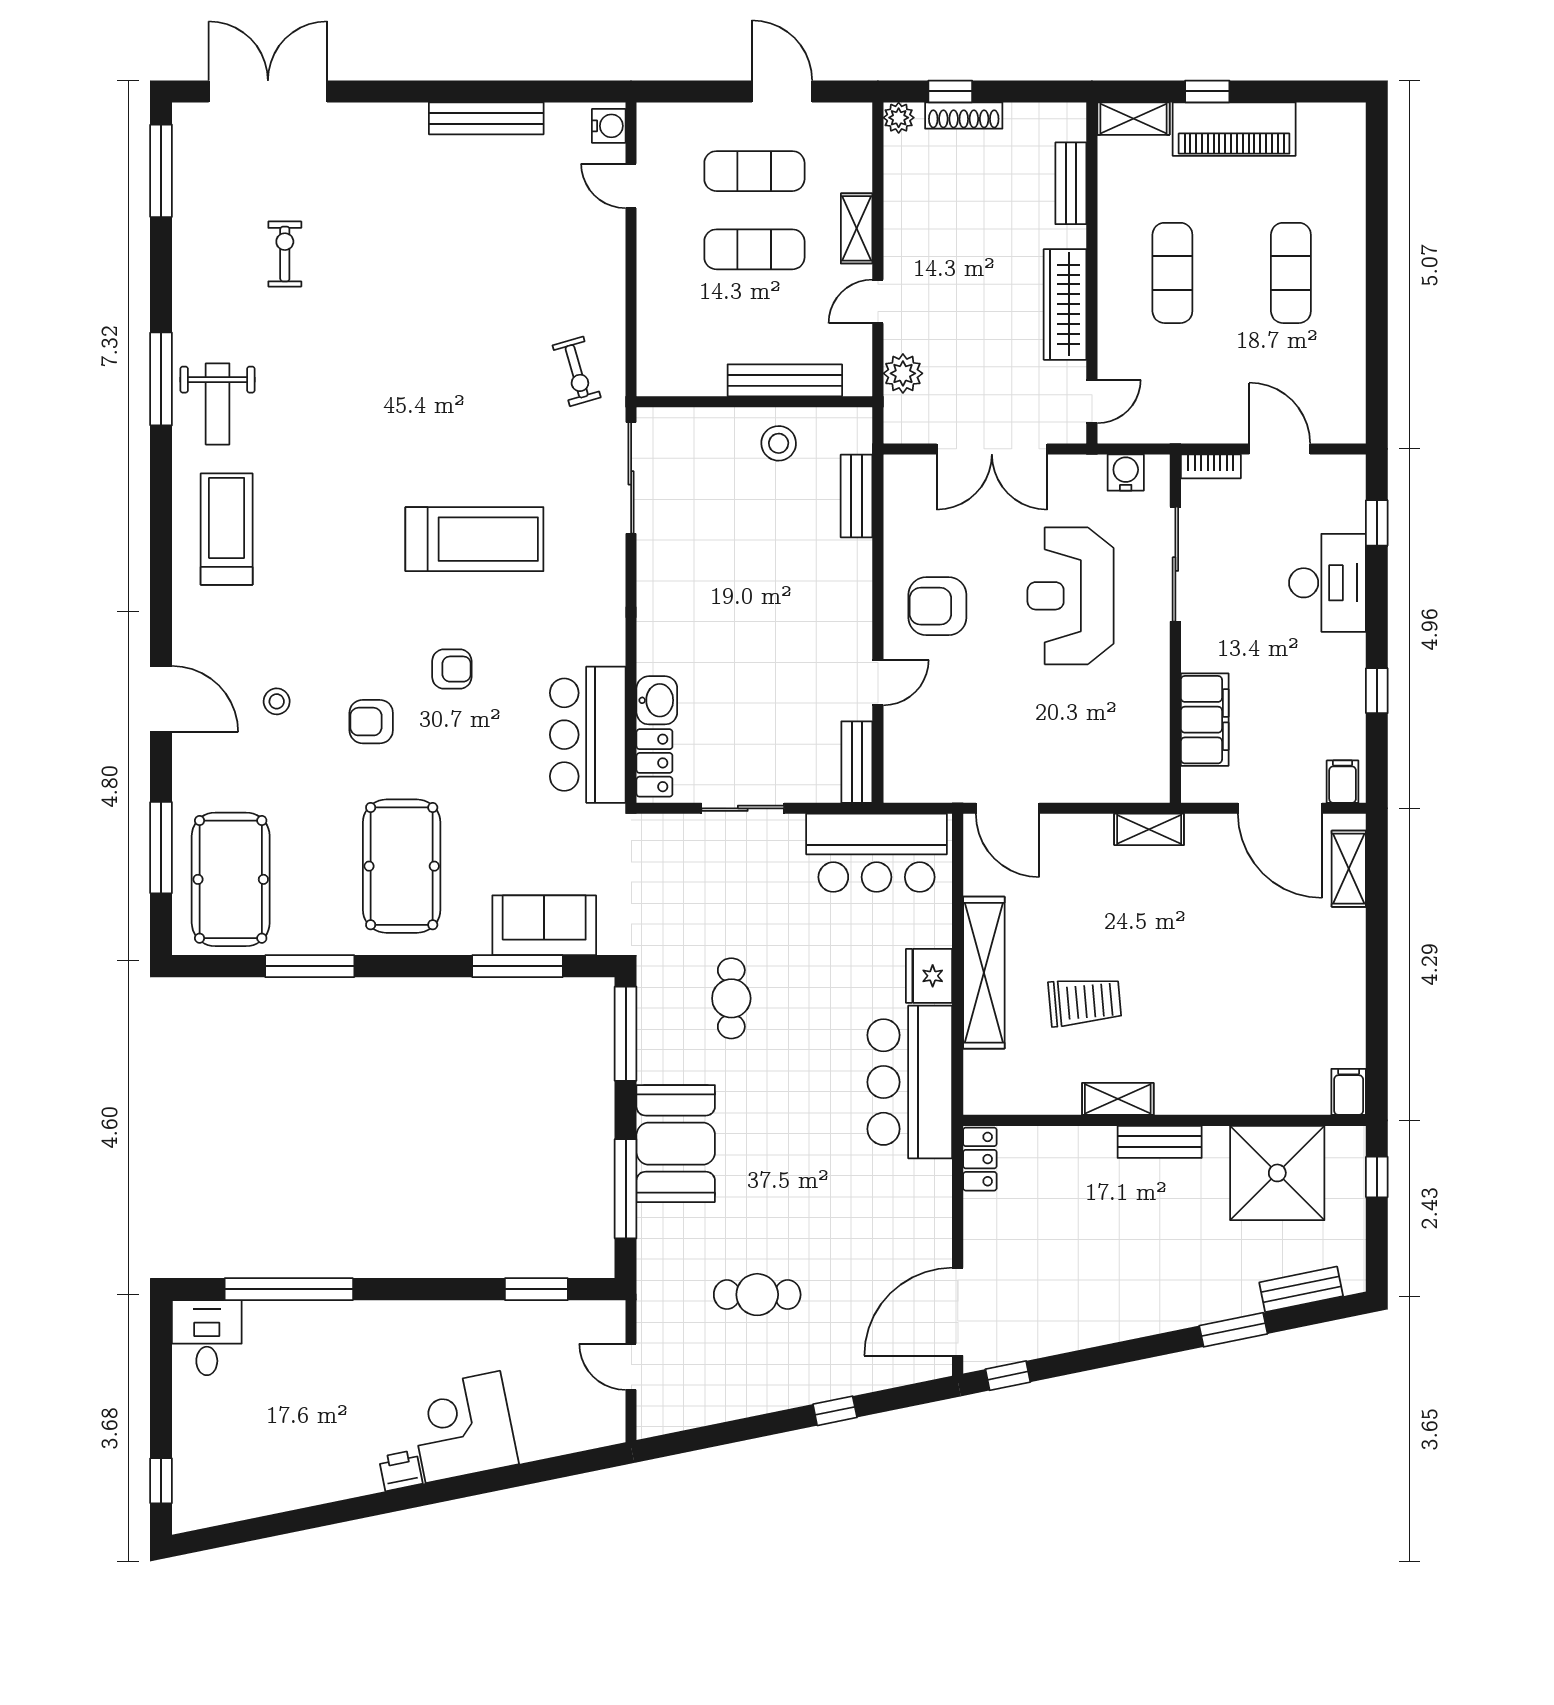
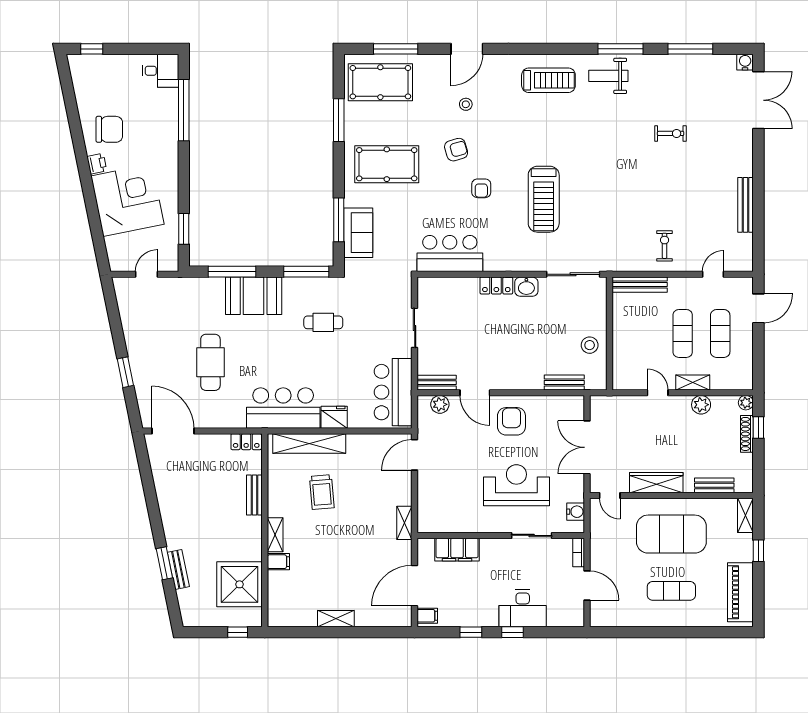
door: (782, 91) -> (758, 308), moved
water cooler: (609, 126) -> (745, 62), moved, turned 180
piano: (1234, 129) -> (740, 592), moved
window: (161, 171) -> (690, 49), moved
exercise bike: (285, 254) -> (671, 133), moved
exercise mat: (1172, 273) -> (671, 534), width x2.00, depth x1.45
exercise bike: (577, 371) -> (665, 246), moved, turned 106
plant: (903, 373) -> (701, 405), moved
bench: (785, 380) -> (640, 285), moved, turned 90
door: (1280, 449) -> (587, 586), hinge flipped
window: (1377, 523) -> (513, 632), moved
sliding door: (1175, 564) -> (532, 535), width x0.73
door: (878, 683) -> (475, 393), width x1.38
washbasin: (657, 700) -> (526, 287), moved
armchair: (371, 722) -> (456, 150), turned 74
plant: (902, 755) -> (440, 404), added
locker: (654, 763) -> (496, 286), moved
shelving: (1349, 869) -> (336, 619), moved
shelving: (984, 973) -> (309, 444), moved
filing cabinet: (1349, 1092) -> (278, 562), moved
shelving: (1118, 1099) -> (275, 535), moved
bench: (1160, 1142) -> (254, 495), moved
bench: (1301, 1289) -> (178, 569), moved
cafe table: (757, 1295) -> (210, 362), moved, width x1.37, depth x1.35
window: (1008, 1376) -> (142, 455), removed
window: (835, 1411) -> (125, 372), width x1.50
corner desk: (463, 1427) -> (127, 200), width x1.36, depth x1.36
chair: (329, 1444) -> (109, 129), added

